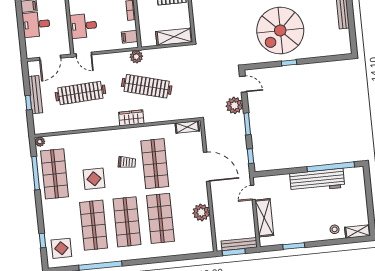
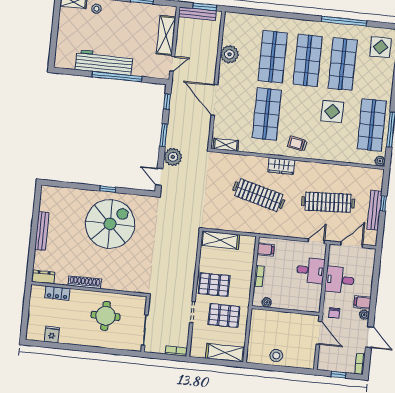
desk: (36, 24) -> (340, 280), moved, turned 180
door: (84, 54) -> (316, 241), hinge flipped
plant: (136, 57) -> (263, 228), removed
trolley: (127, 162) -> (297, 144), moved
window: (331, 167) -> (117, 77), moved

